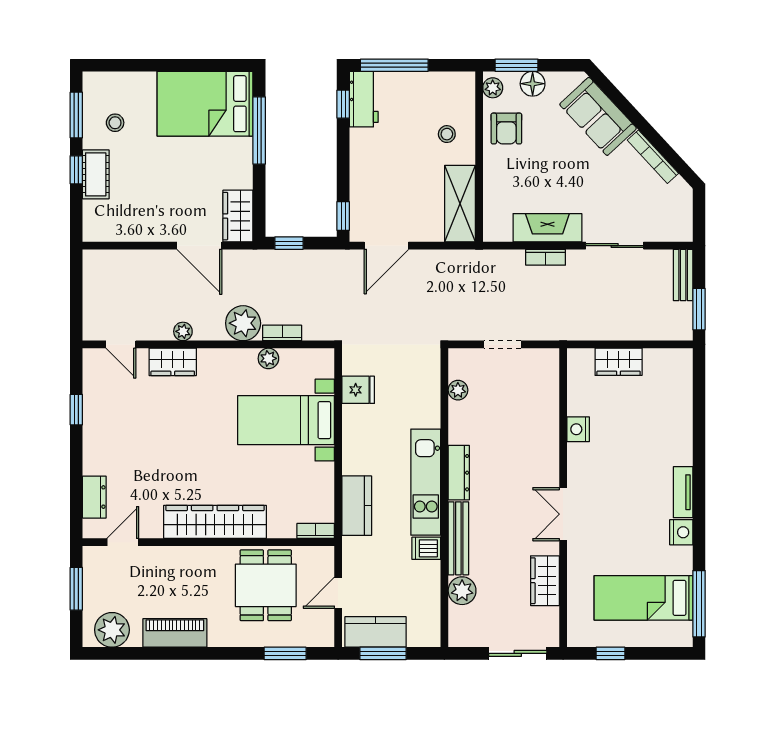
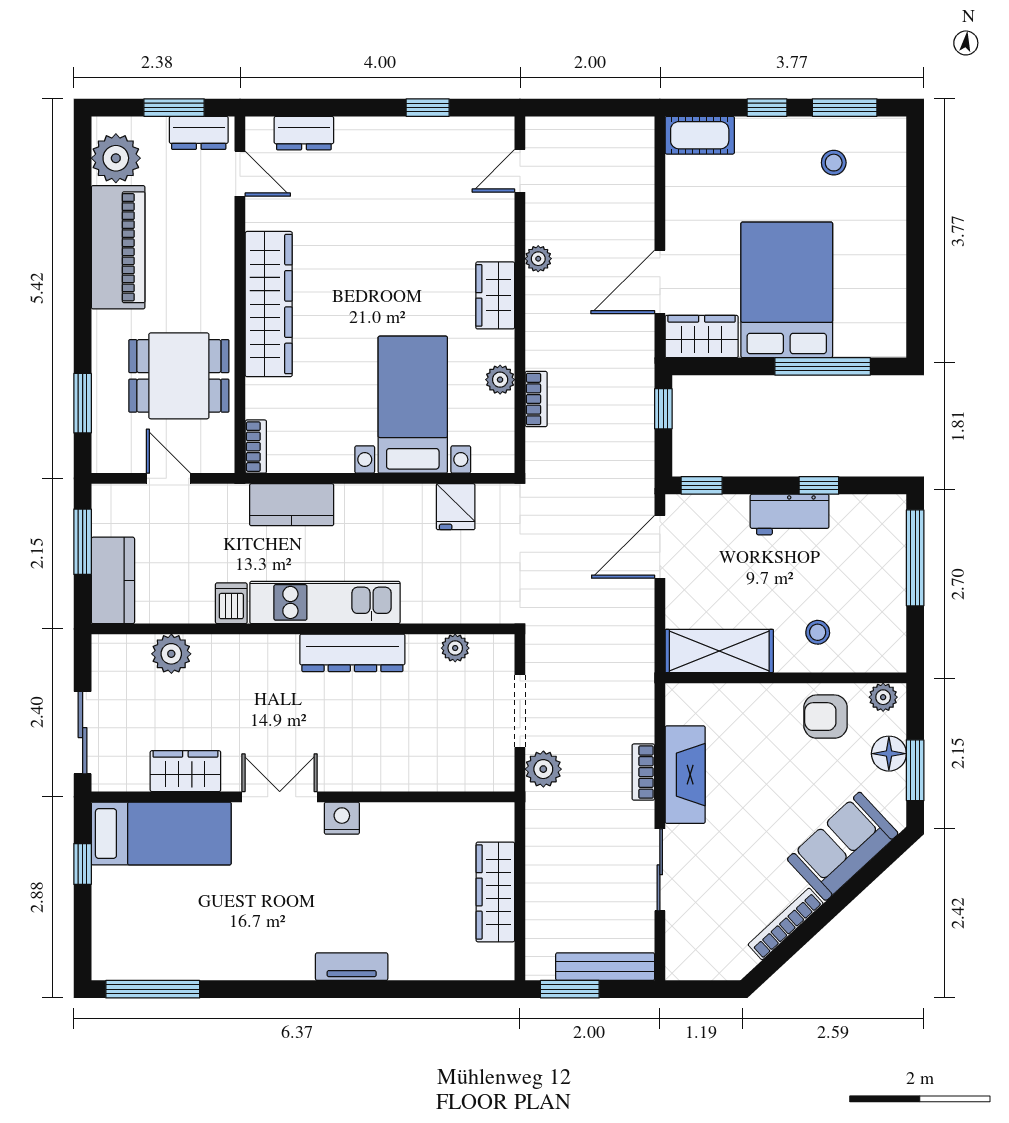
window: (516, 65) -> (915, 770), moved
workbench: (364, 99) -> (790, 515), moved
bed: (205, 104) -> (787, 290), moved
window: (343, 104) -> (819, 485), moved
cot: (96, 174) -> (700, 135), moved
door: (386, 246) -> (660, 547), hinge flipped
bench: (683, 275) -> (605, 967), width x1.36
plant: (243, 323) -> (543, 769), moved, width x0.73, depth x0.73
doorway: (503, 344) -> (520, 711), width x1.38
wardrobe: (173, 362) -> (495, 295), moved
wardrobe: (619, 362) -> (495, 892), width x1.50
nightstand: (578, 429) -> (342, 818), moved
dresser: (459, 473) -> (352, 653), width x1.37, depth x1.24
tv unit: (683, 492) -> (352, 967), moved
nightstand: (681, 532) -> (254, 964), removed
bench: (458, 538) -> (245, 649), removed
dresser: (94, 571) -> (199, 133), added
bed: (643, 598) -> (161, 834), moved, turned 90
kitchen counter: (375, 632) -> (113, 580), moved
piano: (175, 633) -> (118, 247), width x1.37, depth x1.33

